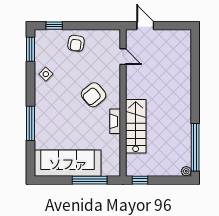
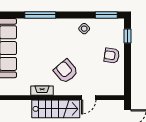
door: (123, 57) -> (89, 98), moved
stairs: (136, 126) -> (56, 109), moved

